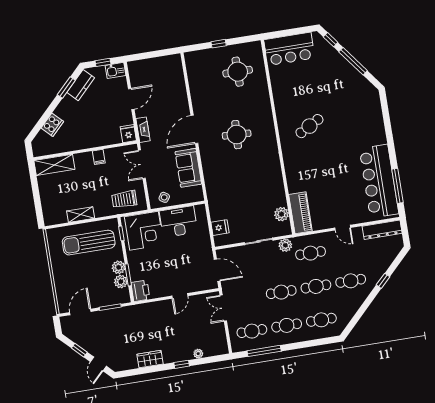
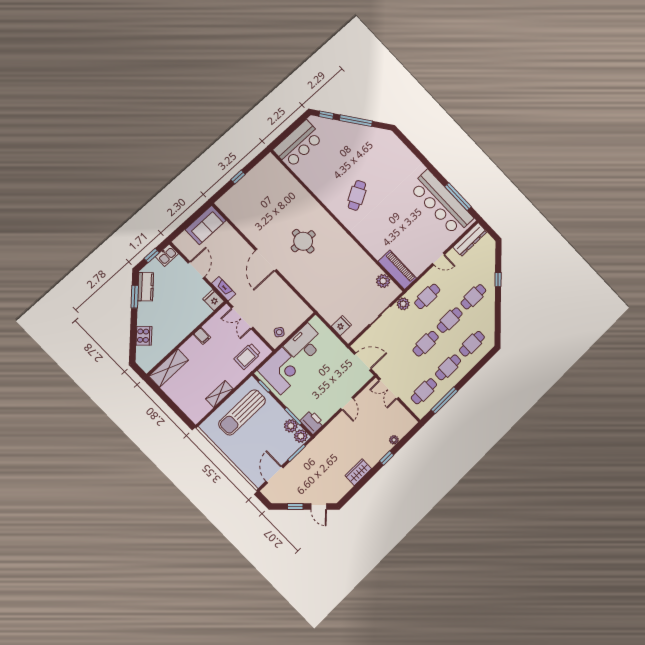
round table: (238, 72) -> (269, 190), removed
sofa: (188, 168) -> (205, 225), moved, turned -90
plant: (119, 267) -> (301, 436), moved

